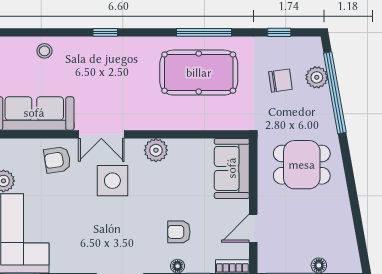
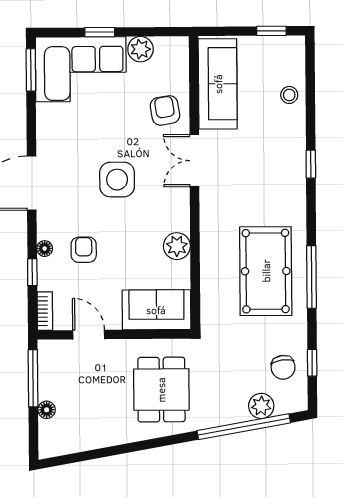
chair: (280, 81) -> (283, 367), moved
plant: (156, 150) -> (177, 246), moved
side table: (112, 181) -> (117, 180), moved

